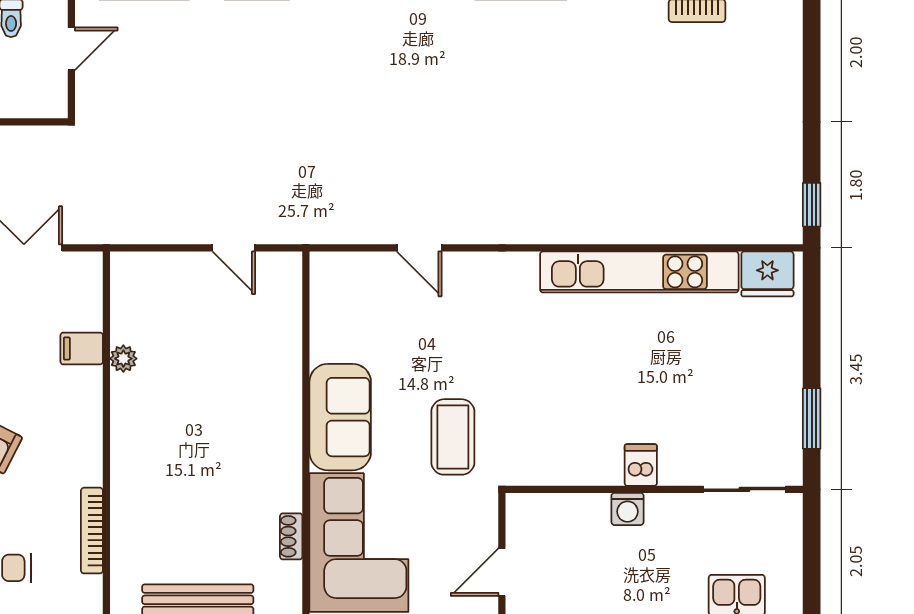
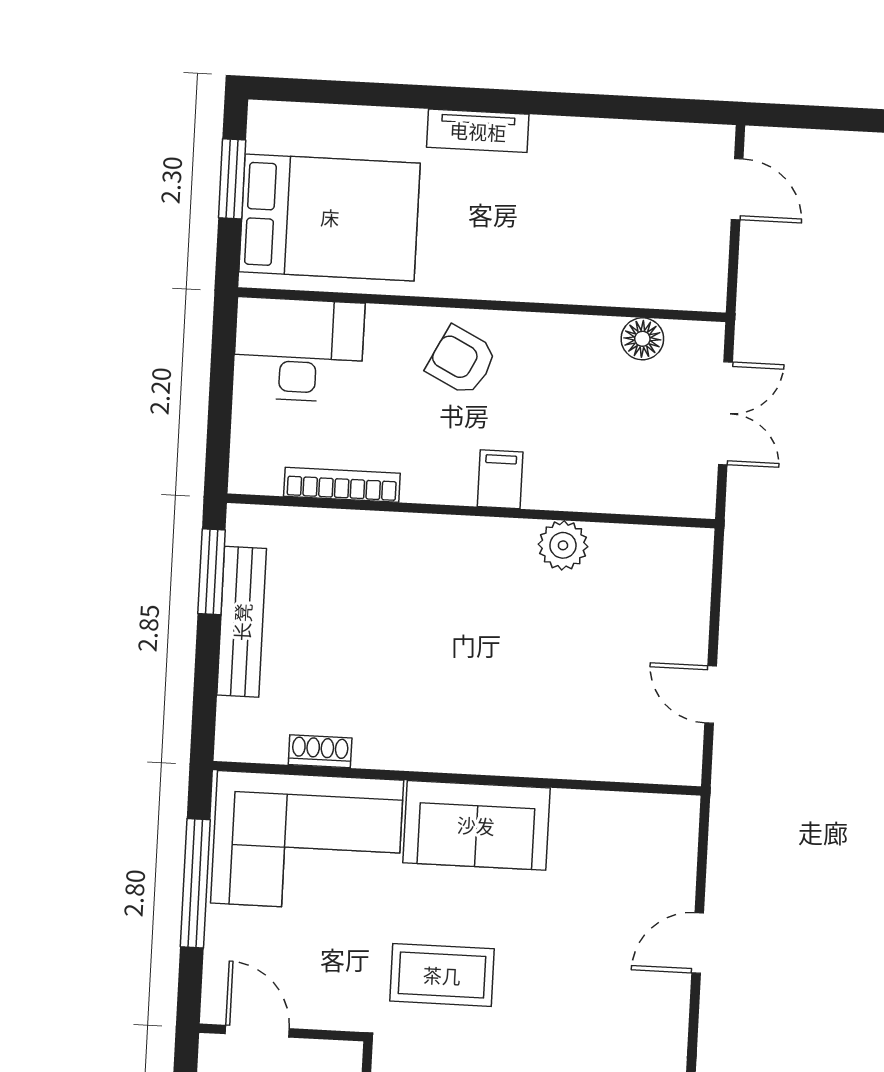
door: (234, 248) -> (711, 695), hinge flipped
filing cabinet: (82, 349) -> (500, 479), moved
plant: (123, 359) -> (563, 545), width x1.38, depth x1.38

